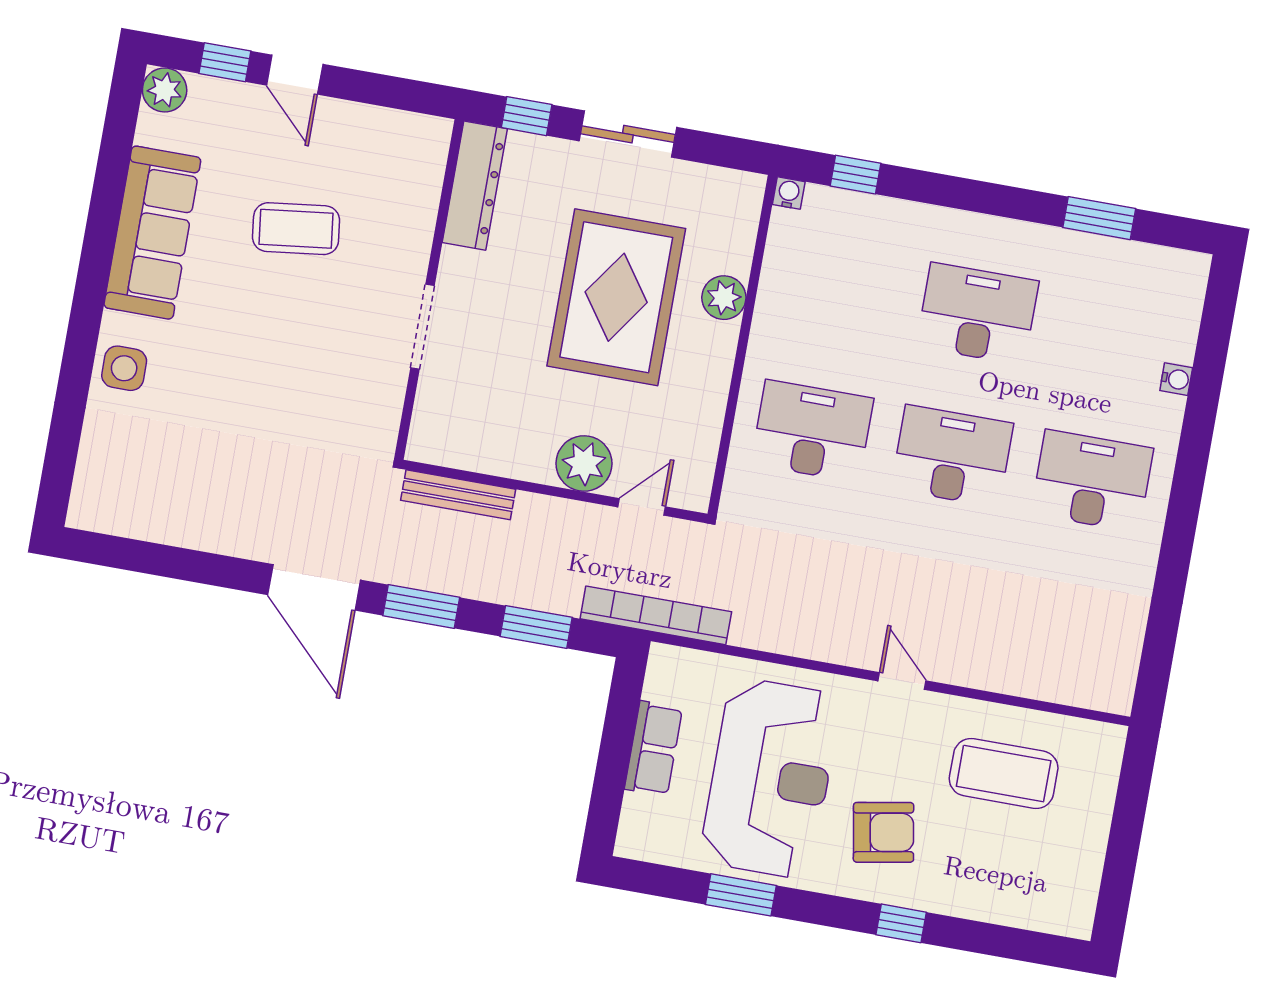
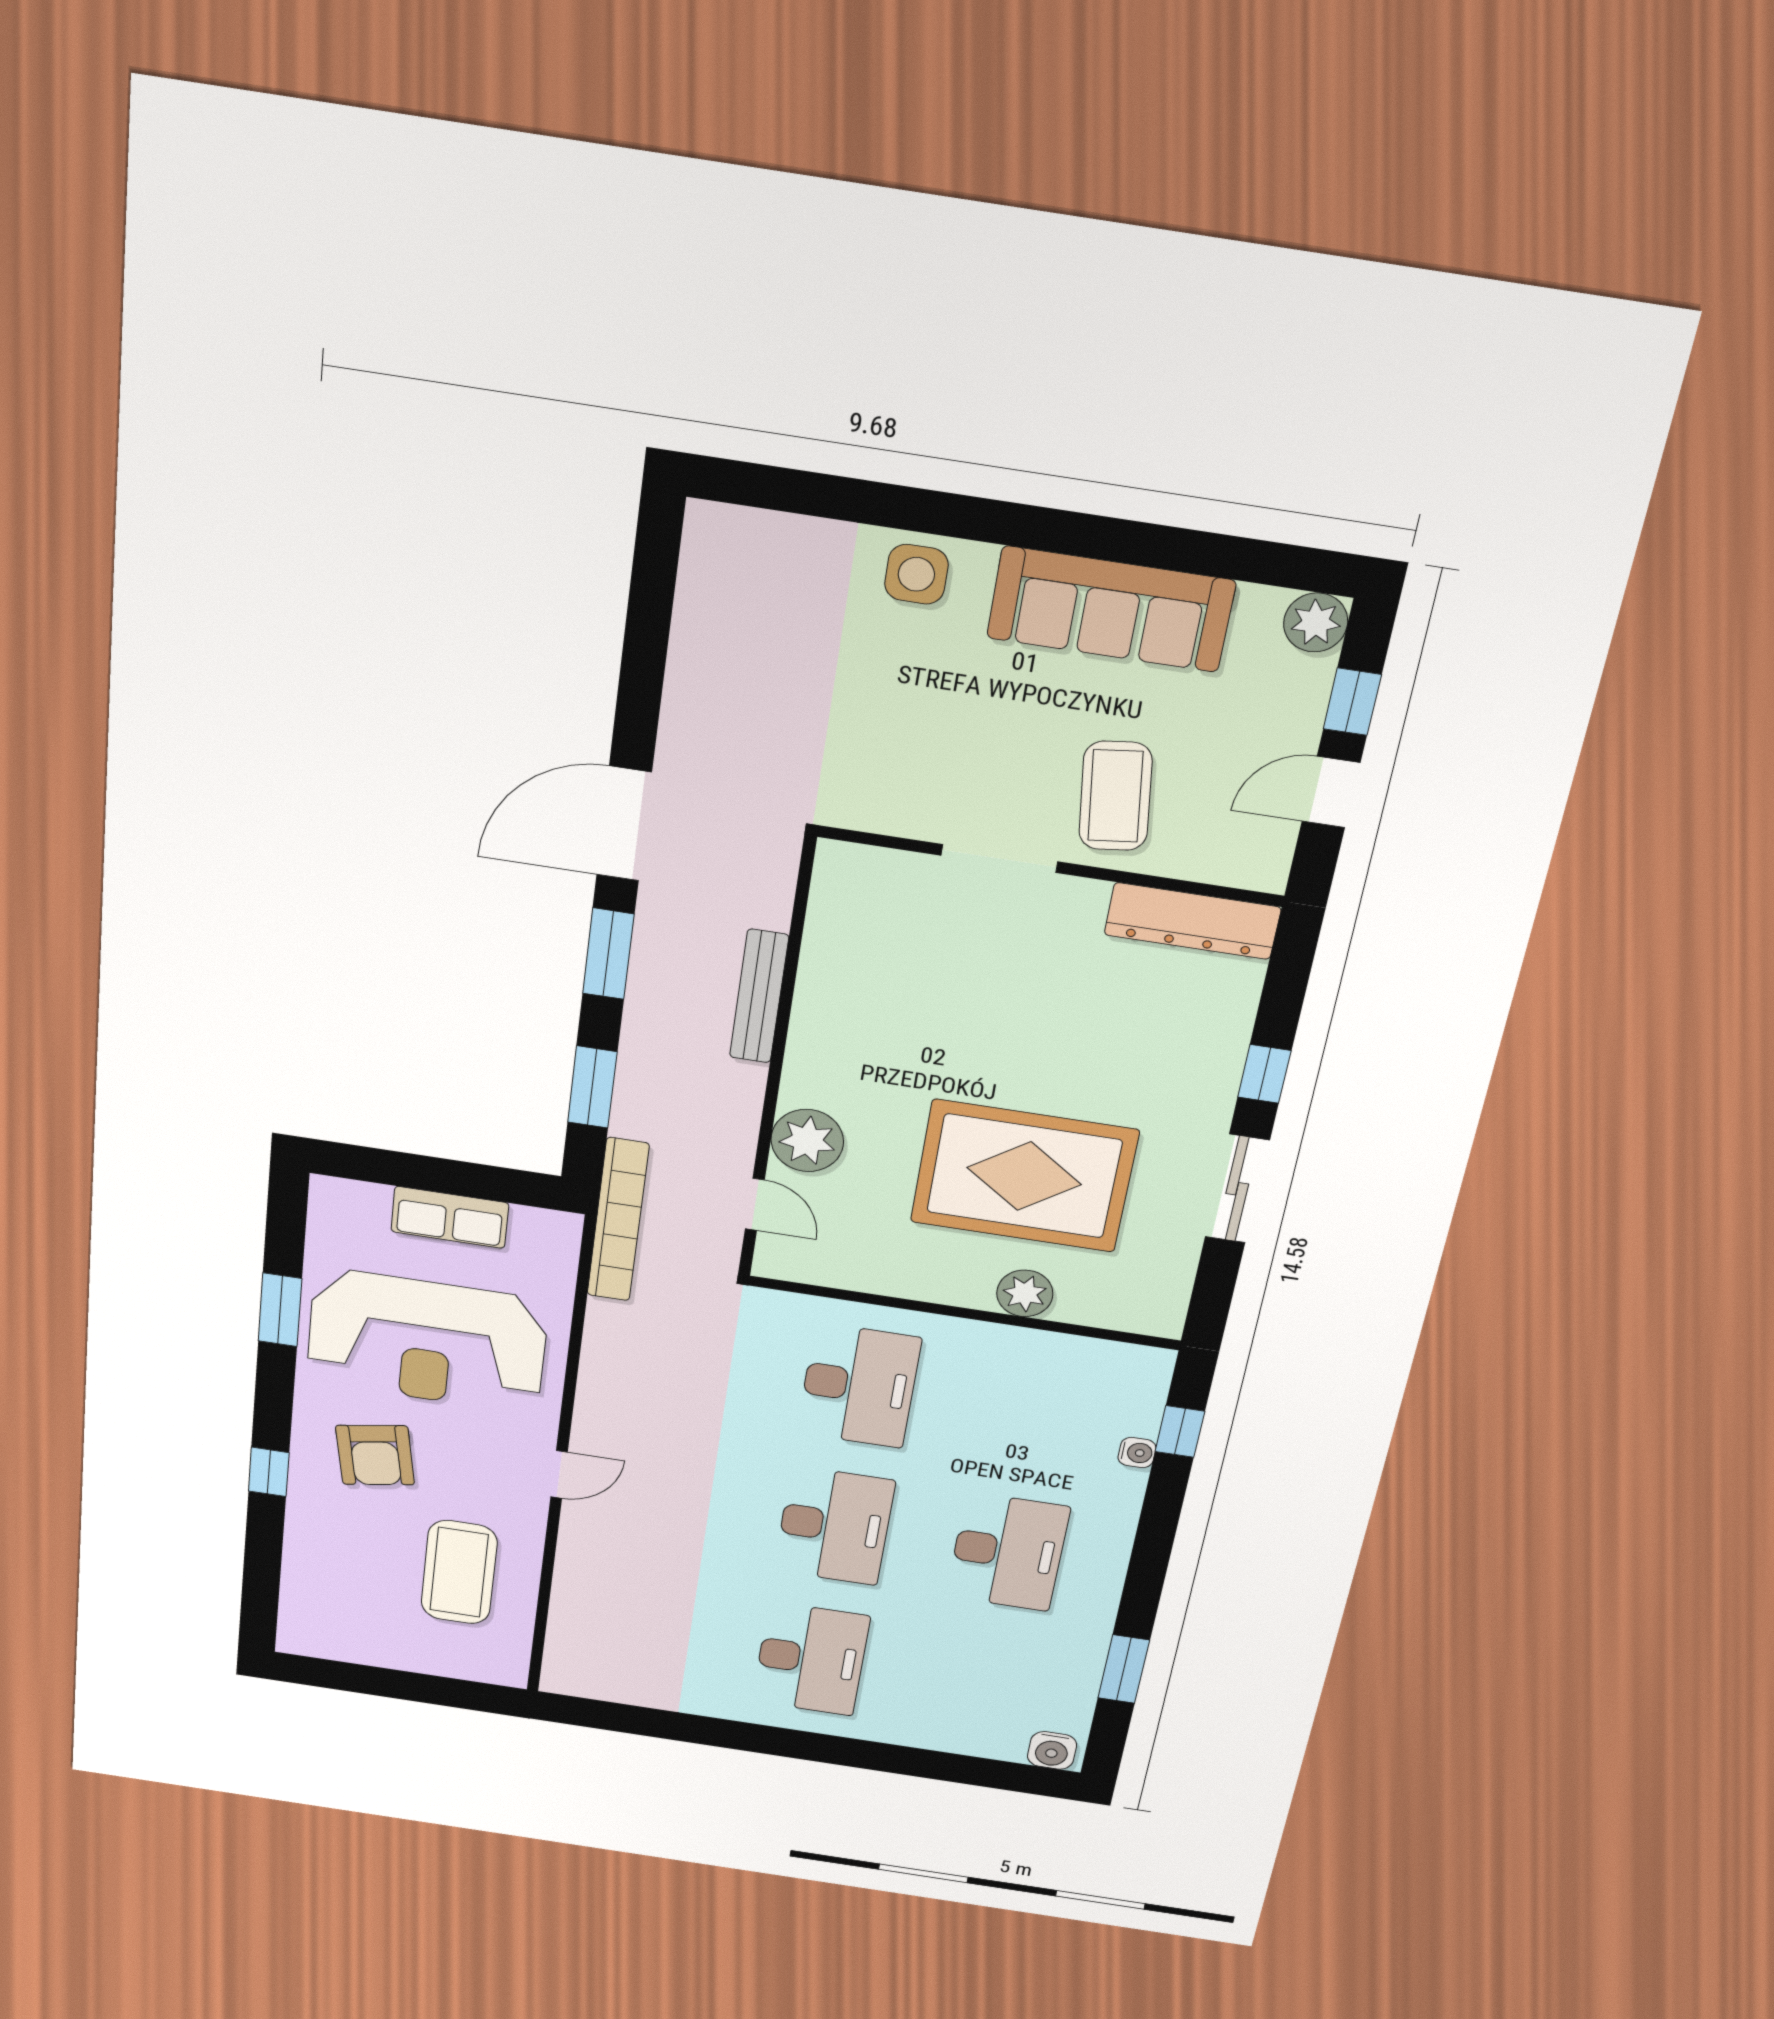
dresser: (475, 186) -> (1193, 921), moved
water cooler: (789, 193) -> (1137, 1453), moved
wall: (429, 289) -> (1051, 866), moved
doorway: (422, 327) -> (999, 858), moved
water cooler: (1176, 379) -> (1052, 1750), moved, width x1.38, depth x1.38

